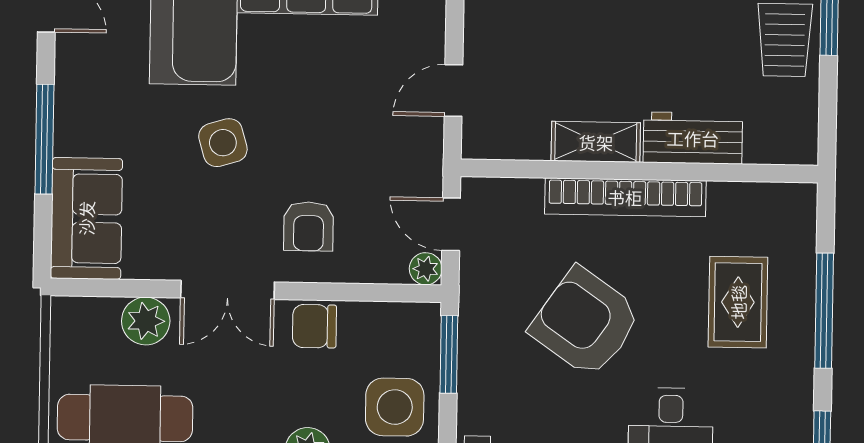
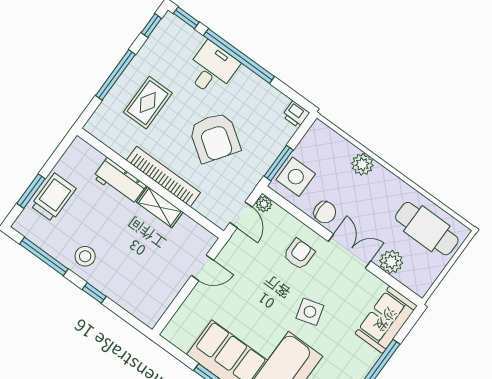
side table: (395, 407) -> (296, 177), moved

